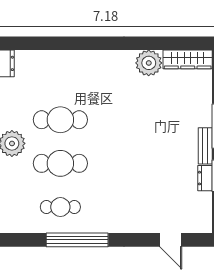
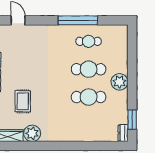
rug: (163, 113) -> (23, 101), added

